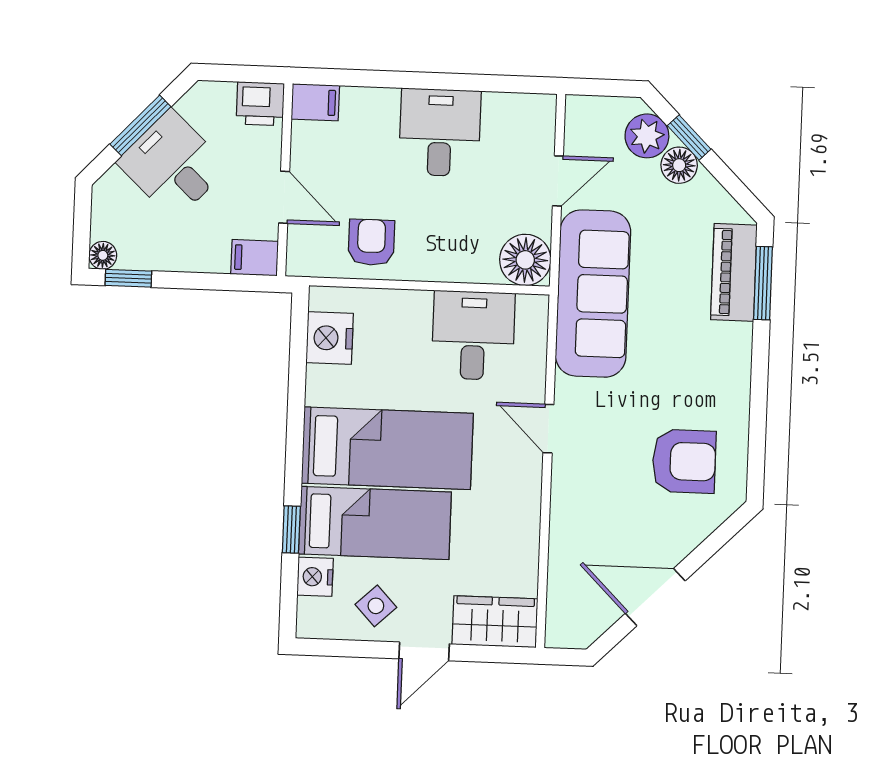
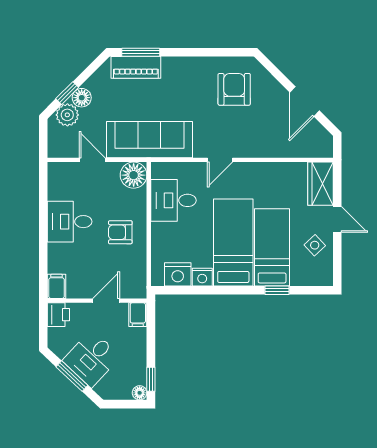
armchair: (371, 242) -> (120, 232), moved
nightstand: (315, 577) -> (202, 277), moved

